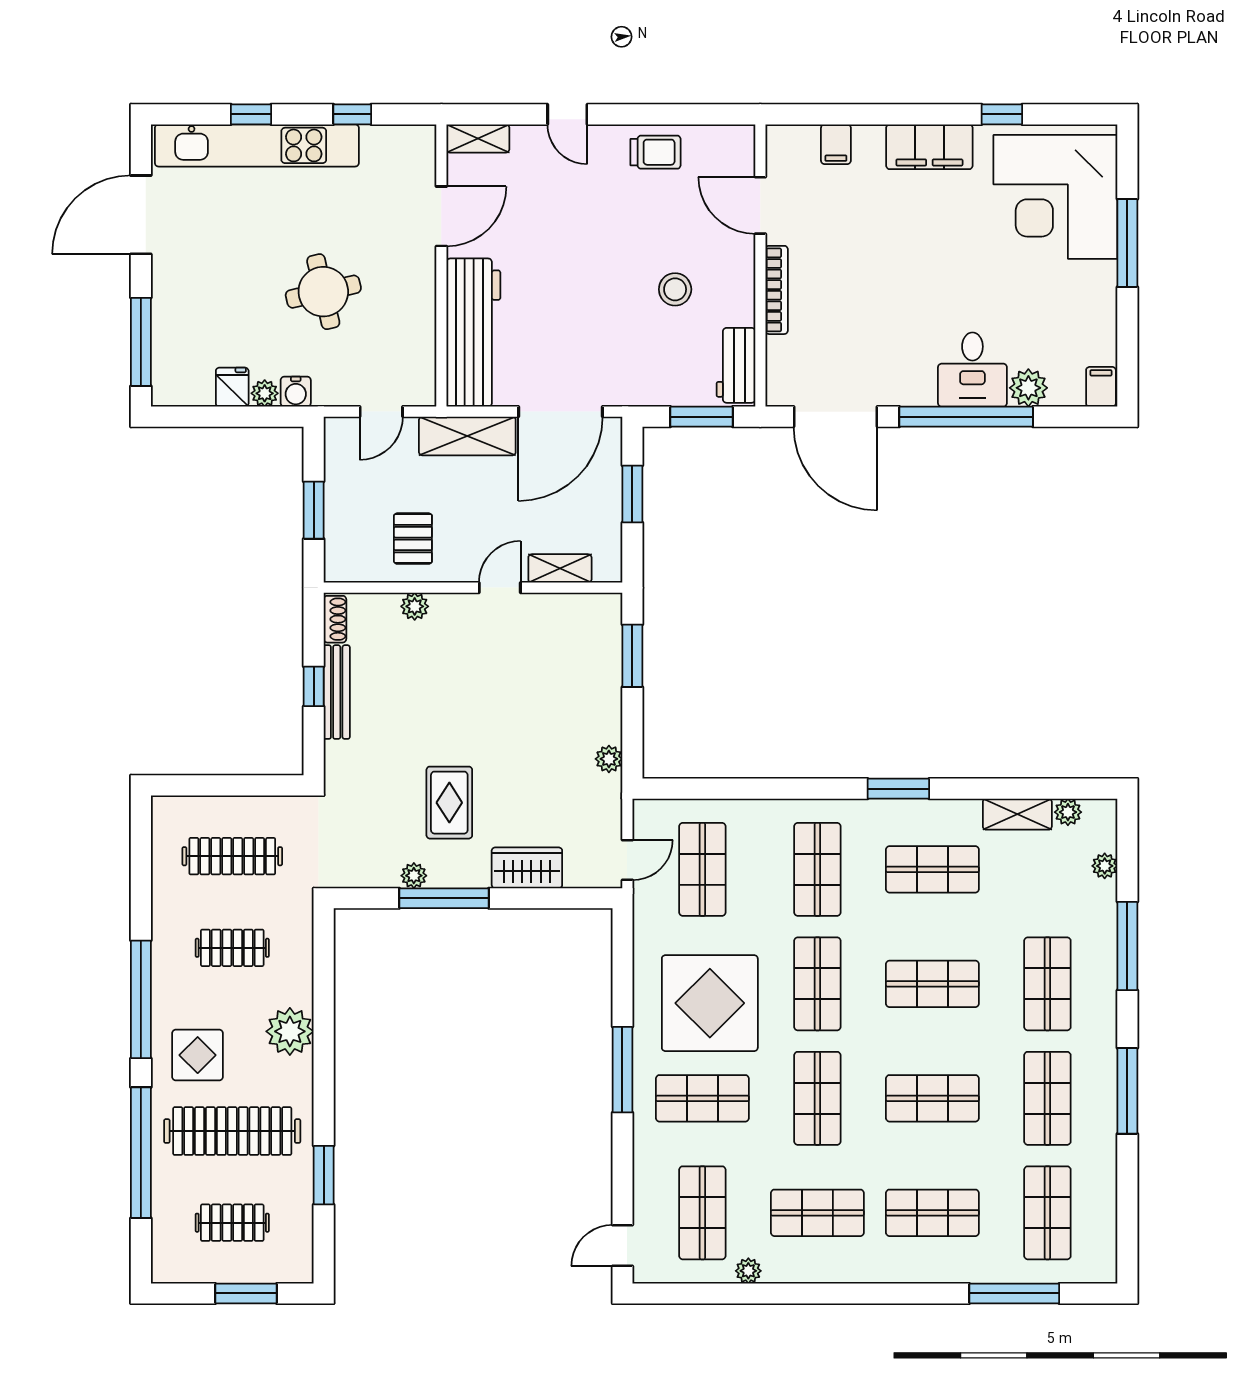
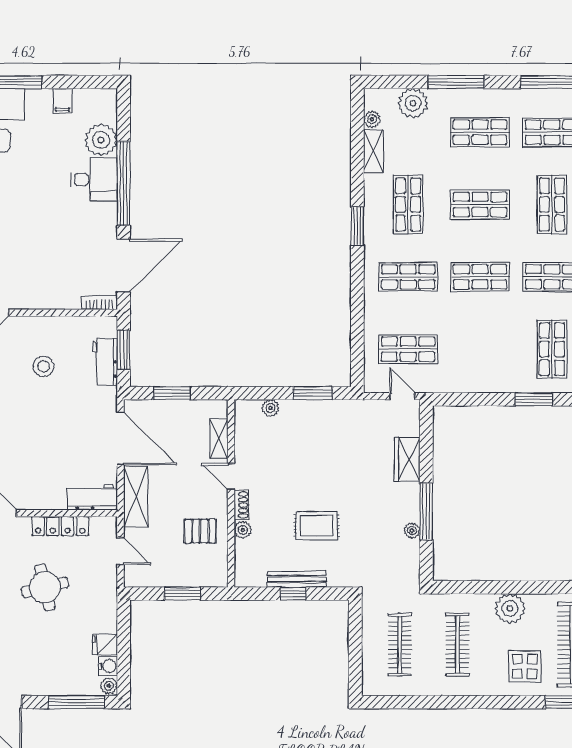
bookcase: (777, 290) -> (100, 302), moved, width x0.64
locker: (421, 316) -> (60, 526), added
workbench: (473, 333) -> (92, 497), width x0.53, depth x0.76
workbench: (736, 365) -> (105, 362), moved, turned 90
filing cabinet: (1101, 387) -> (62, 101), moved, turned -90
plant: (1028, 388) -> (101, 140), width x1.36, depth x1.36
water cooler: (296, 392) -> (108, 666), moved
plant: (265, 393) -> (109, 686), moved
shoe rack: (335, 619) -> (241, 505), moved, turned 90
window: (632, 656) -> (313, 393), moved
plant: (609, 759) -> (271, 408), moved
rug: (449, 803) -> (317, 526), moved
plant: (1105, 866) -> (413, 103), width x1.87, depth x1.87
clothes rail: (232, 948) -> (457, 645), width x1.36
shop shelf: (932, 984) -> (480, 205), turned 90
window: (141, 999) -> (490, 702), removed
display table: (710, 1003) -> (492, 344), removed
window: (622, 1070) -> (534, 399), width x0.69

